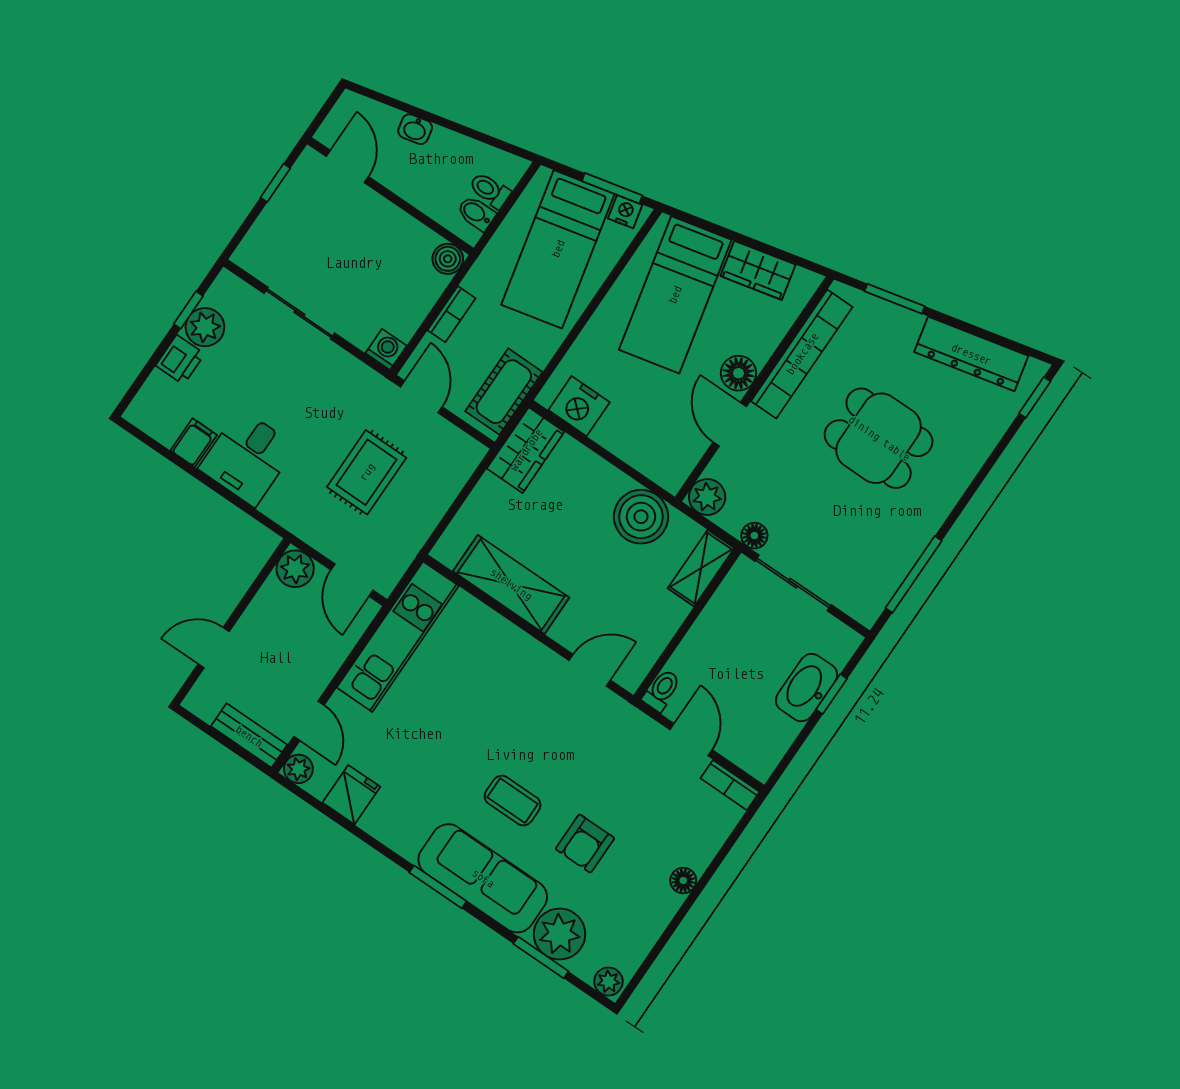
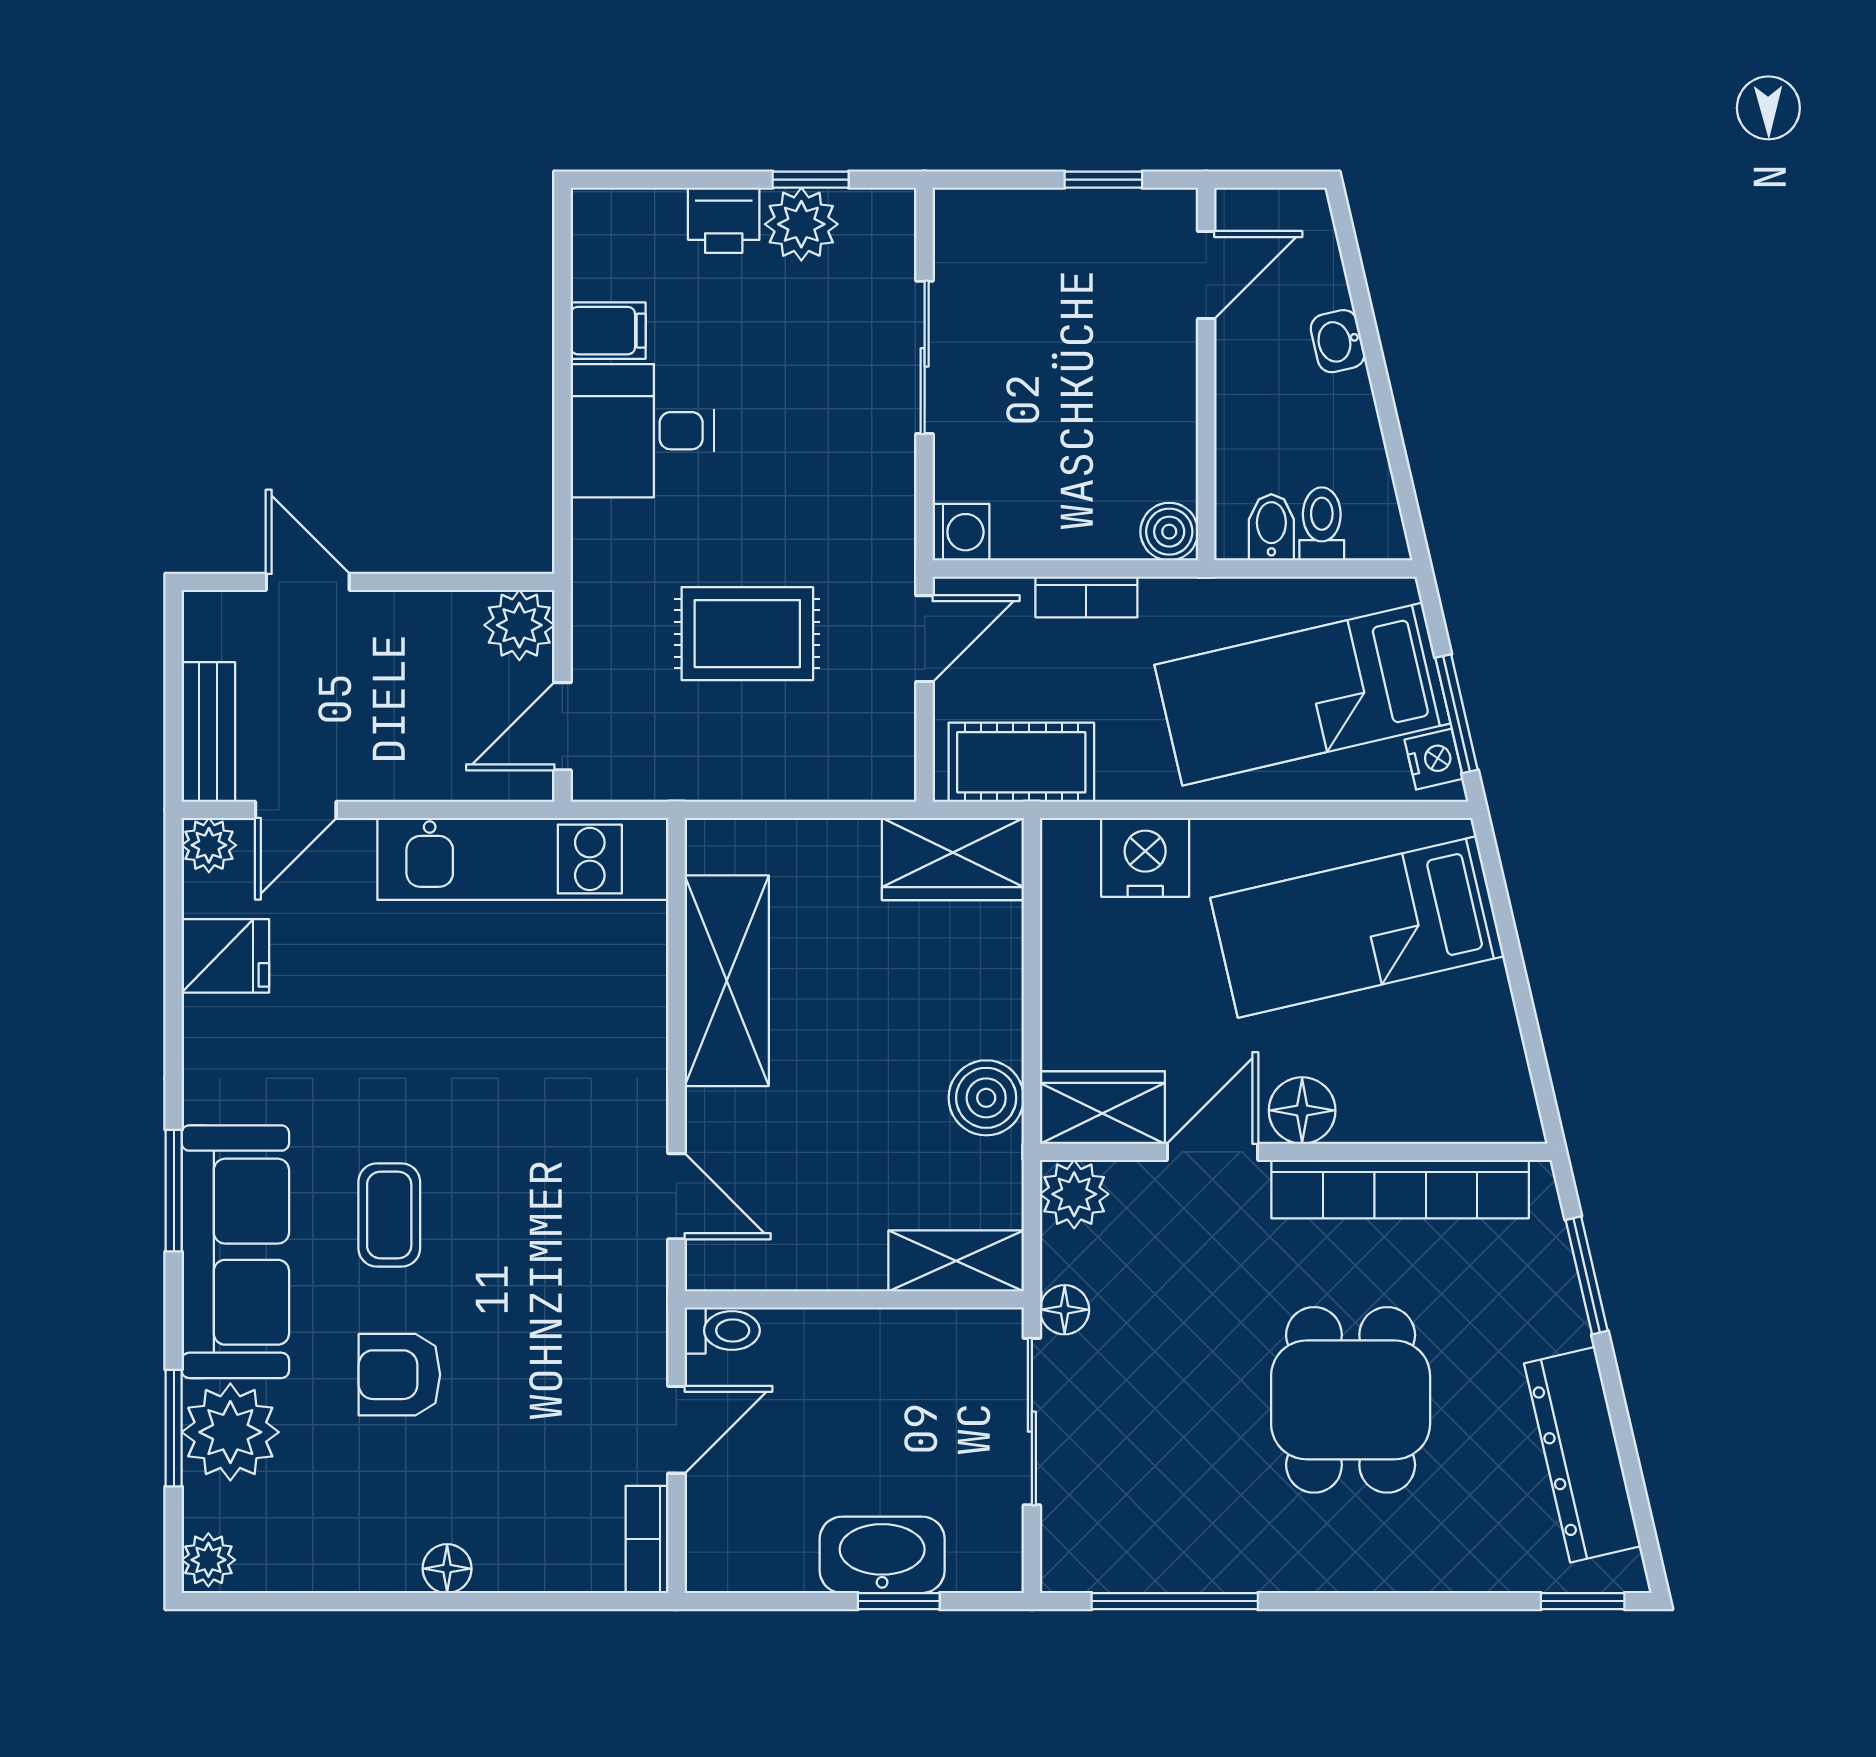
wardrobe: (758, 270) -> (1102, 1108), moved, turned 103
nightstand: (579, 406) -> (1145, 857), moved, turned 90
boiler: (641, 517) -> (986, 1098), width x0.73, depth x0.73

